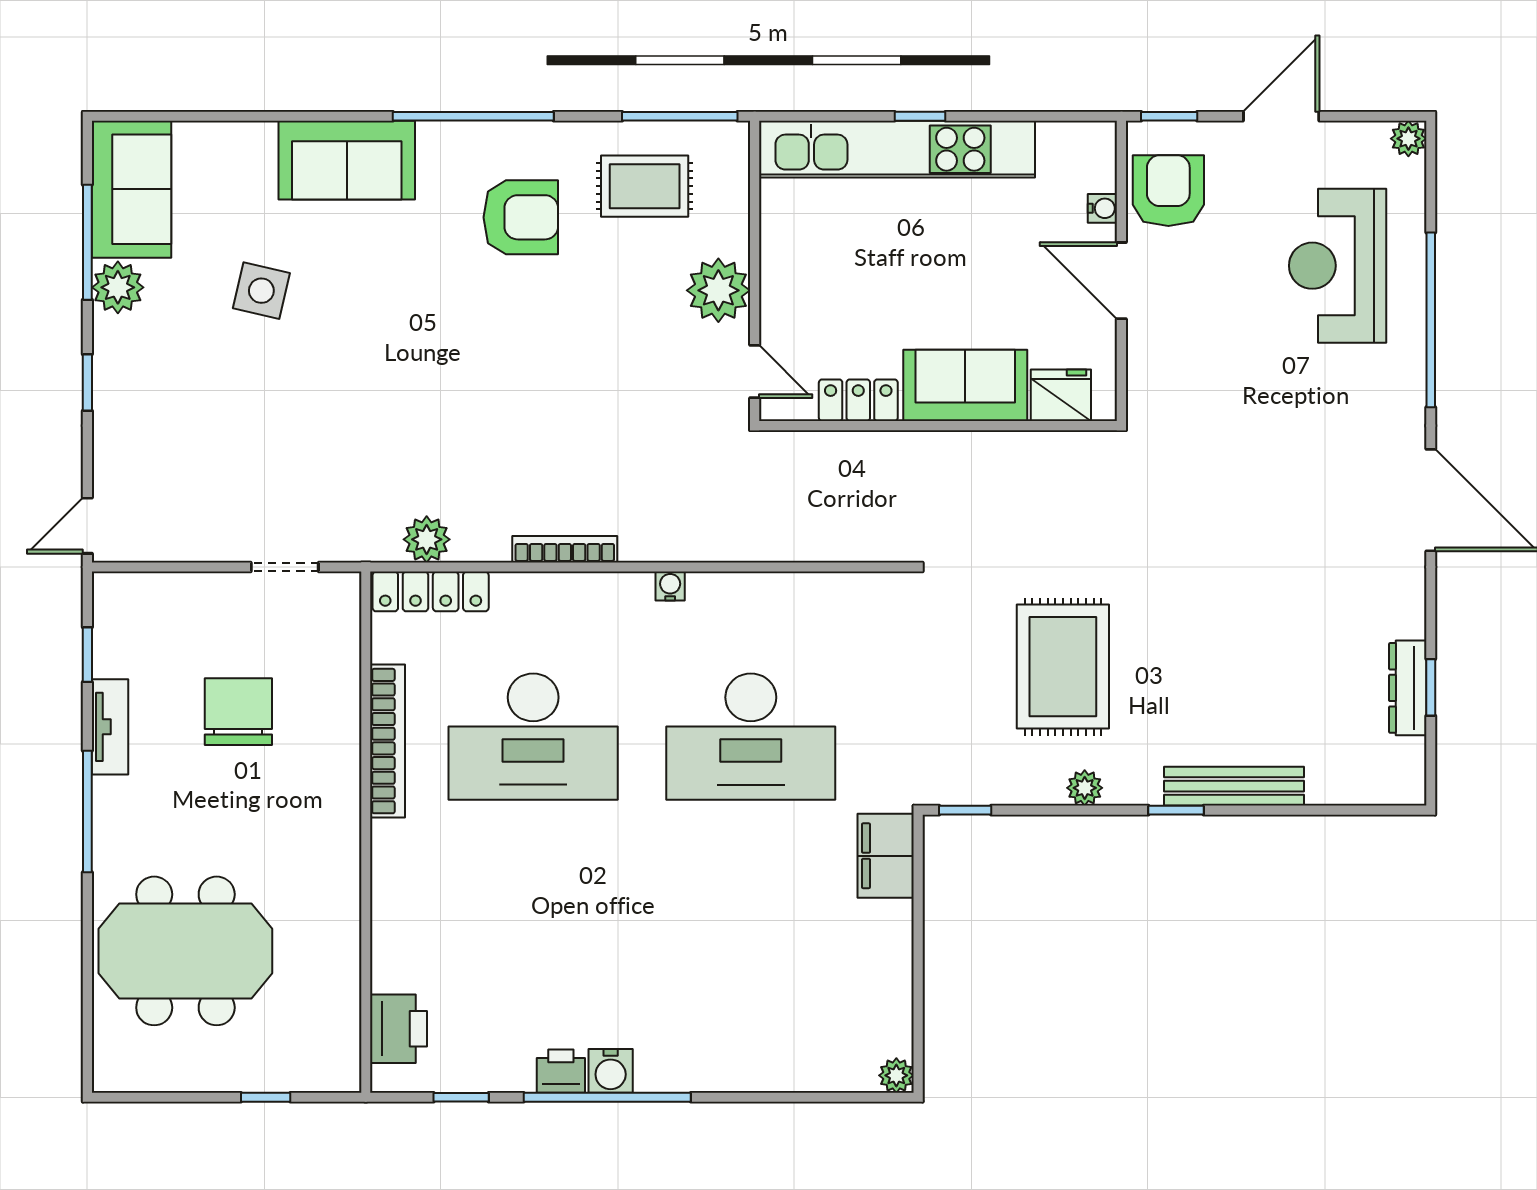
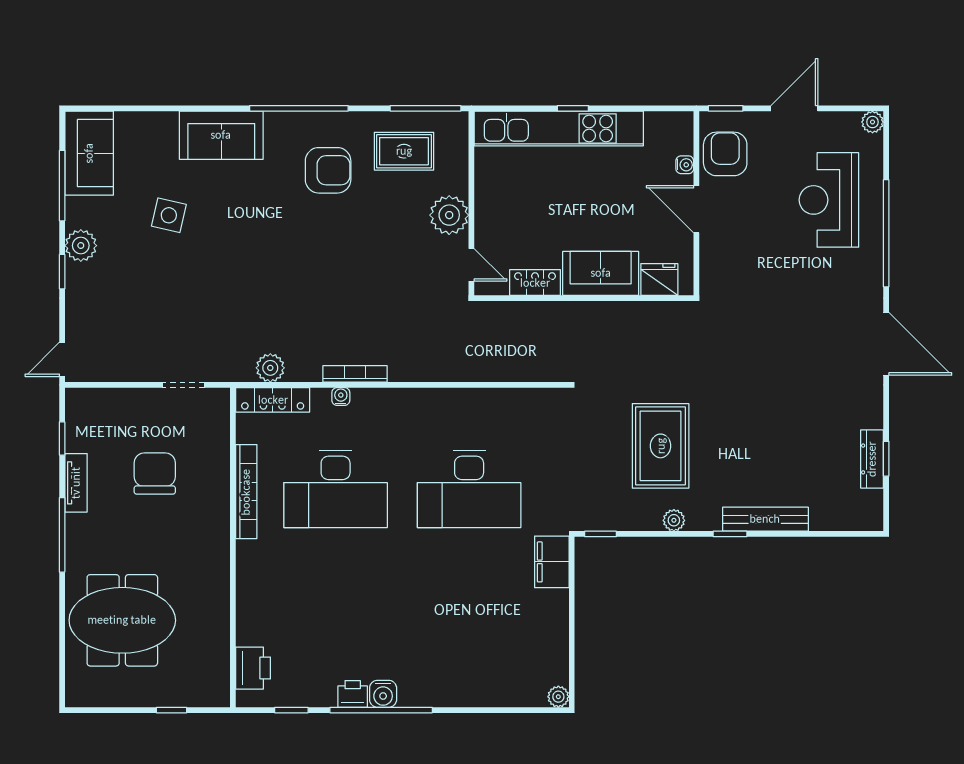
plant: (118, 287) -> (81, 246), moved
water cooler: (670, 586) -> (341, 396), moved

